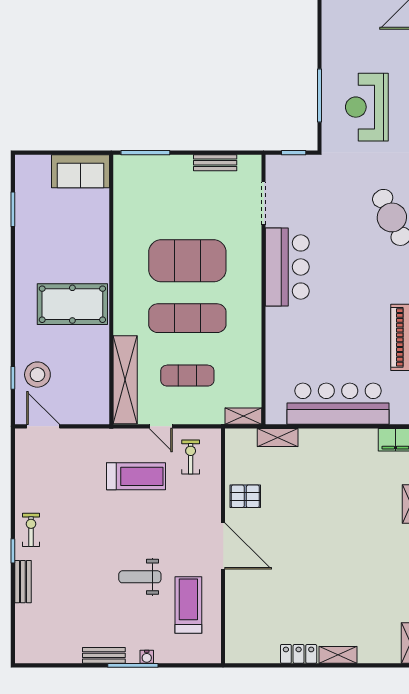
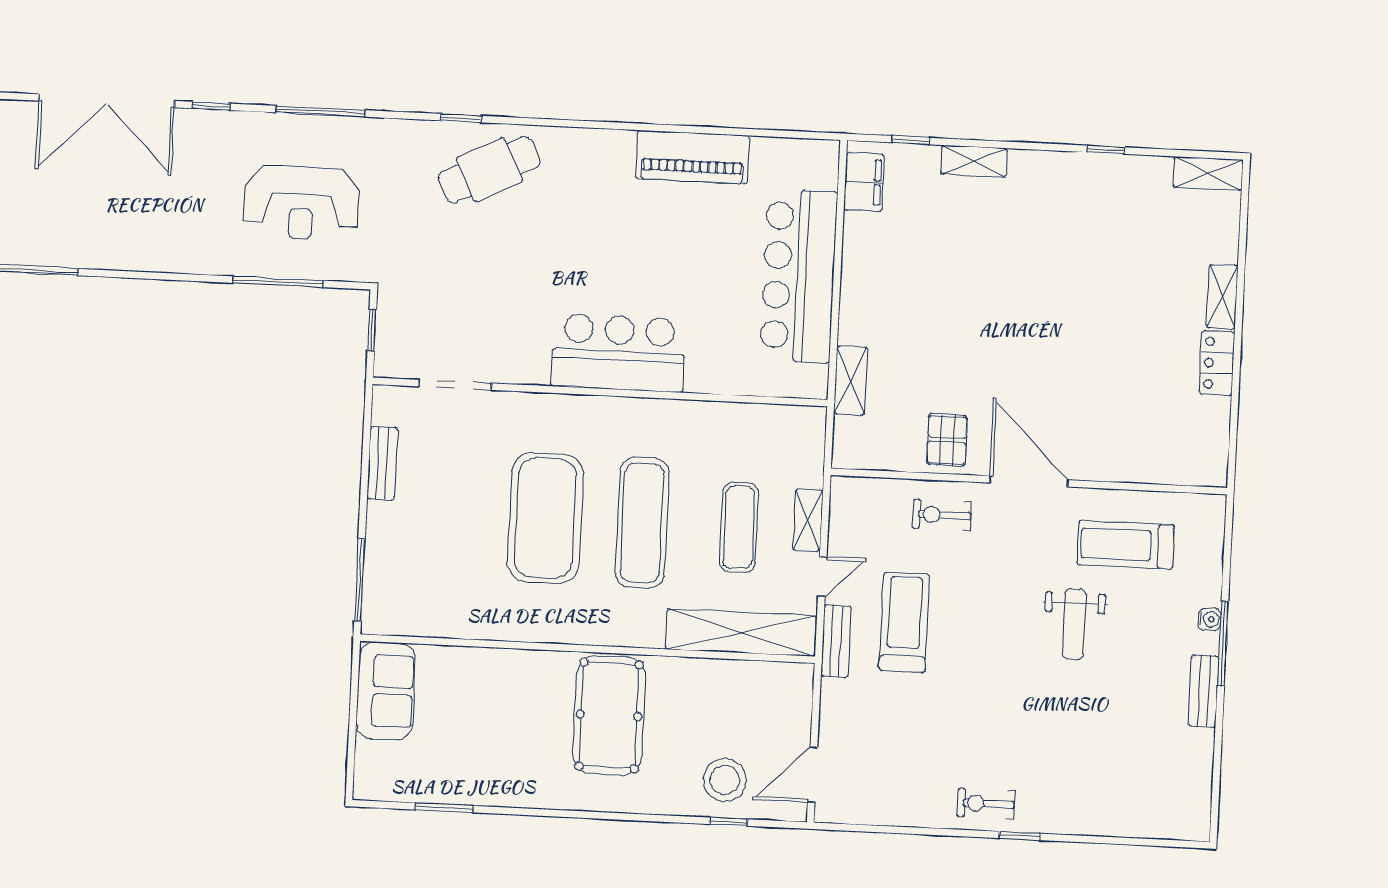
bar counter: (287, 267) -> (618, 353), moved
shelving: (243, 416) -> (808, 520), moved
exercise bike: (191, 457) -> (942, 515), moved
door: (223, 546) -> (1029, 481), hinge flipped
bench: (23, 582) -> (836, 641), moved, turned 90

